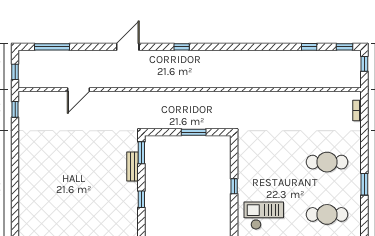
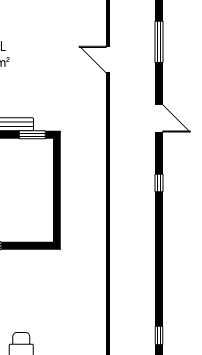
window: (52, 47) -> (159, 42), moved
window: (194, 132) -> (57, 197), removed

